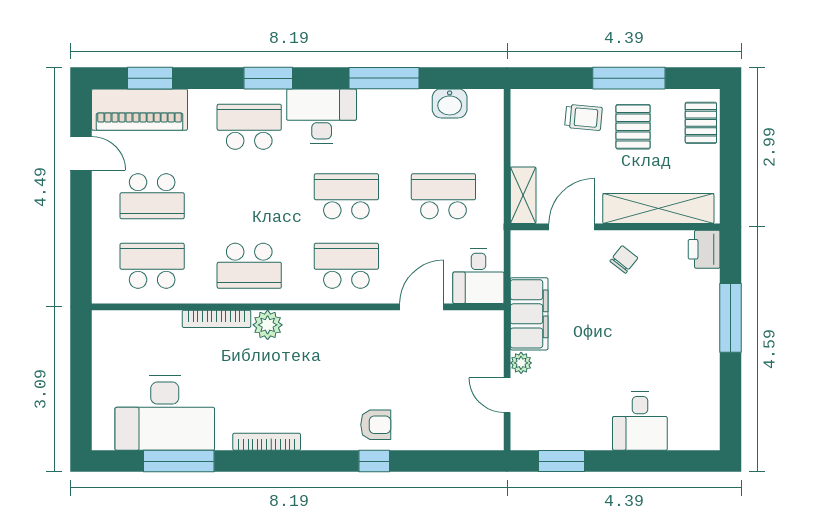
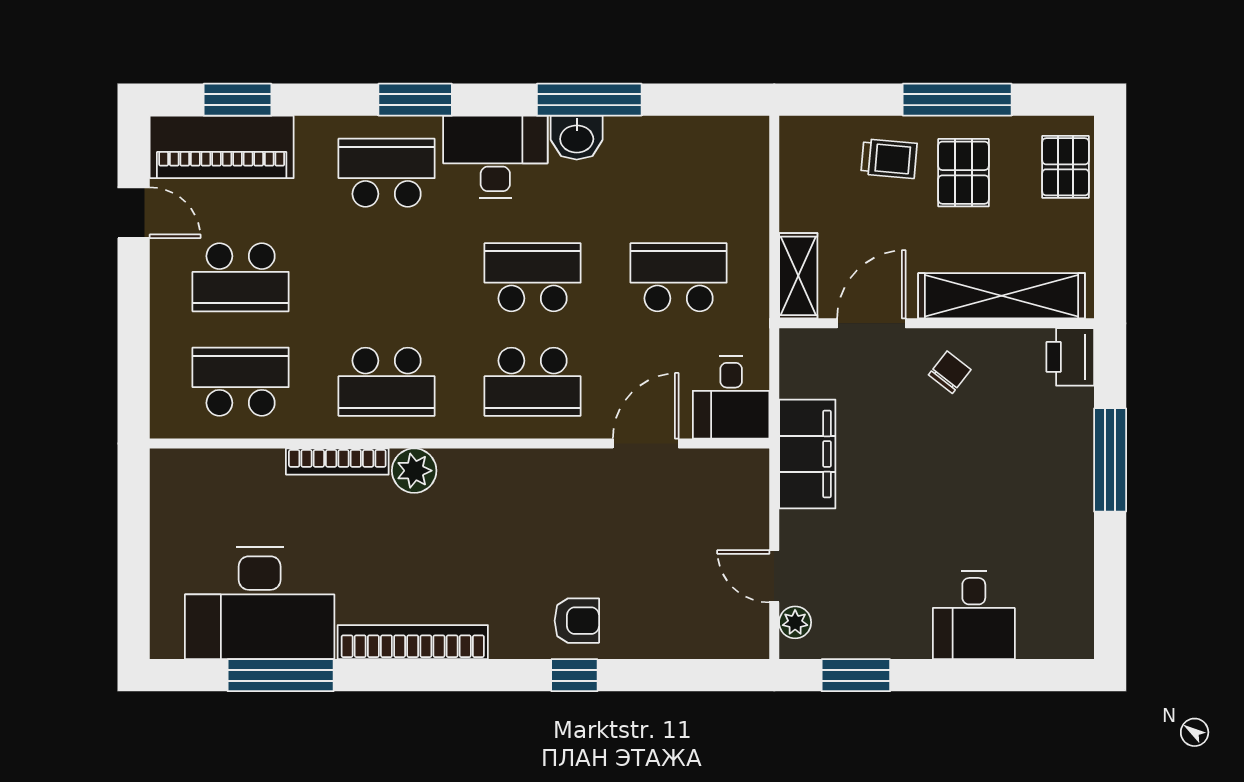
washbasin: (450, 103) -> (577, 138), moved
school desk: (346, 266) -> (533, 382), turned 180
plant: (521, 363) -> (795, 622), moved
bookcase: (267, 442) -> (413, 642), width x1.48, depth x1.31

